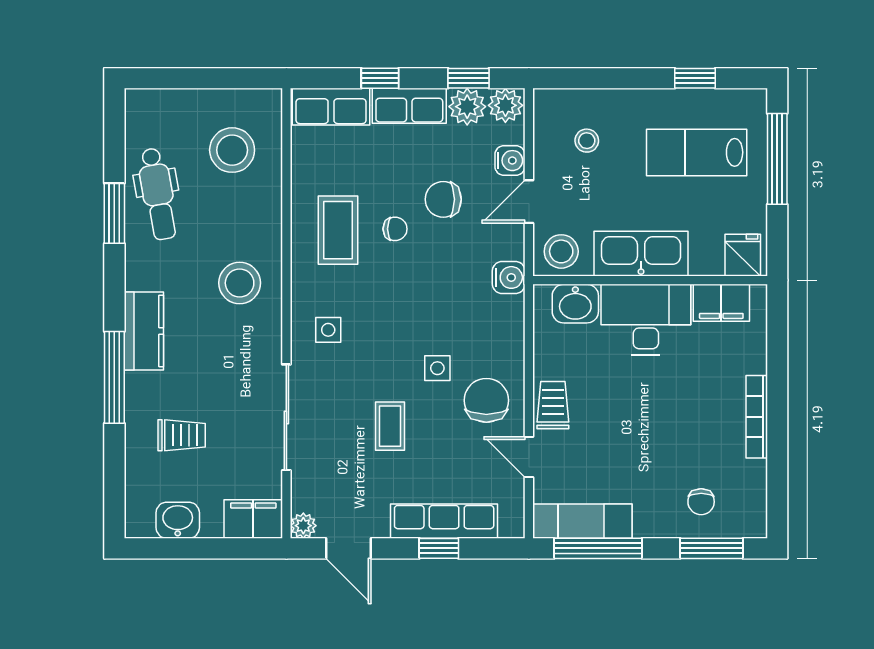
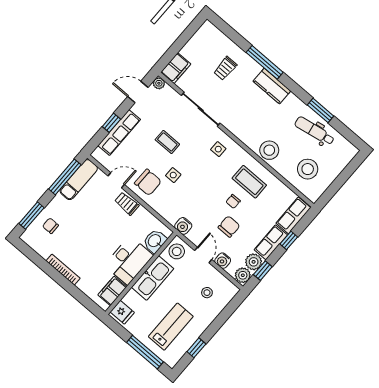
stool: (240, 283) -> (269, 150), moved
trolley: (553, 405) -> (127, 204), turned 180
washbasin: (178, 520) -> (197, 42), removed

